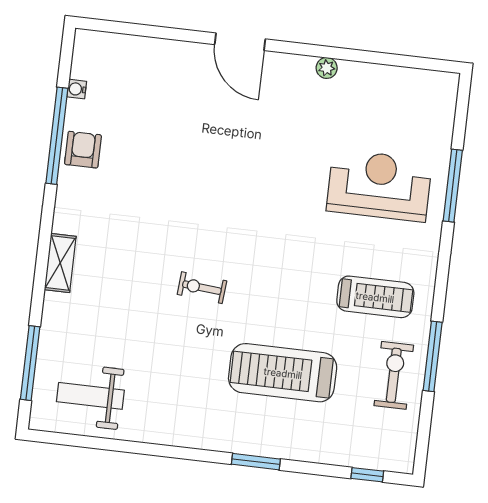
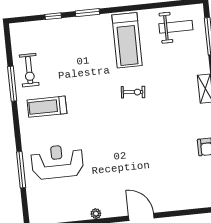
reception desk: (379, 185) -> (57, 162), turned 180
treadmill: (283, 373) -> (127, 40), moved, turned 90
window: (367, 475) -> (53, 16), moved

